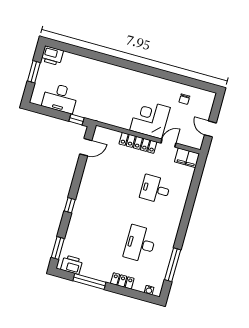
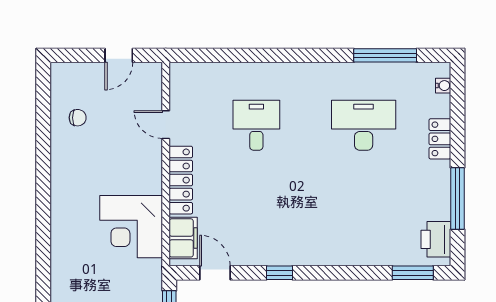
corner desk: (150, 119) -> (131, 227), moved
filing cabinet: (187, 158) -> (183, 238), moved
desk: (155, 189) -> (256, 125), turned 180
window: (70, 205) -> (279, 273), moved
desk: (140, 244) -> (364, 125), turned 180

